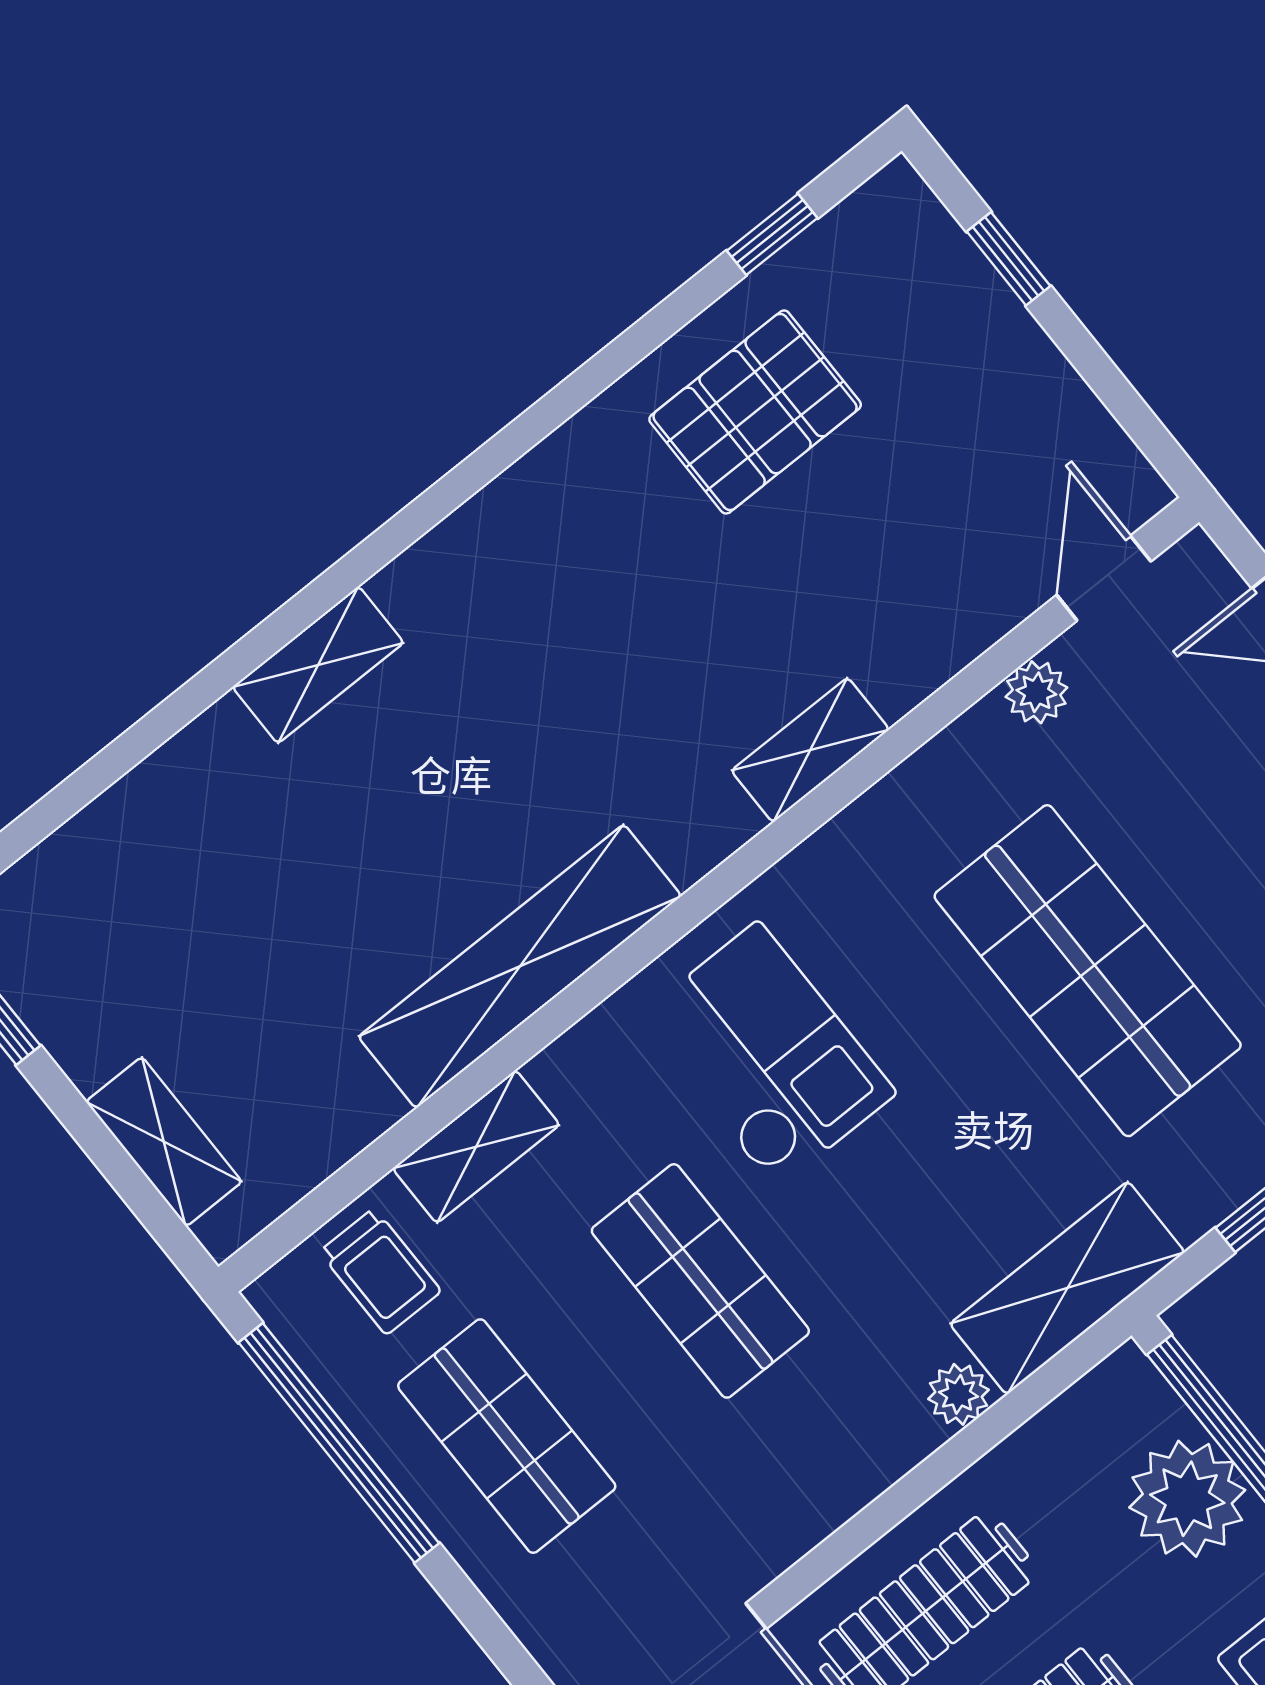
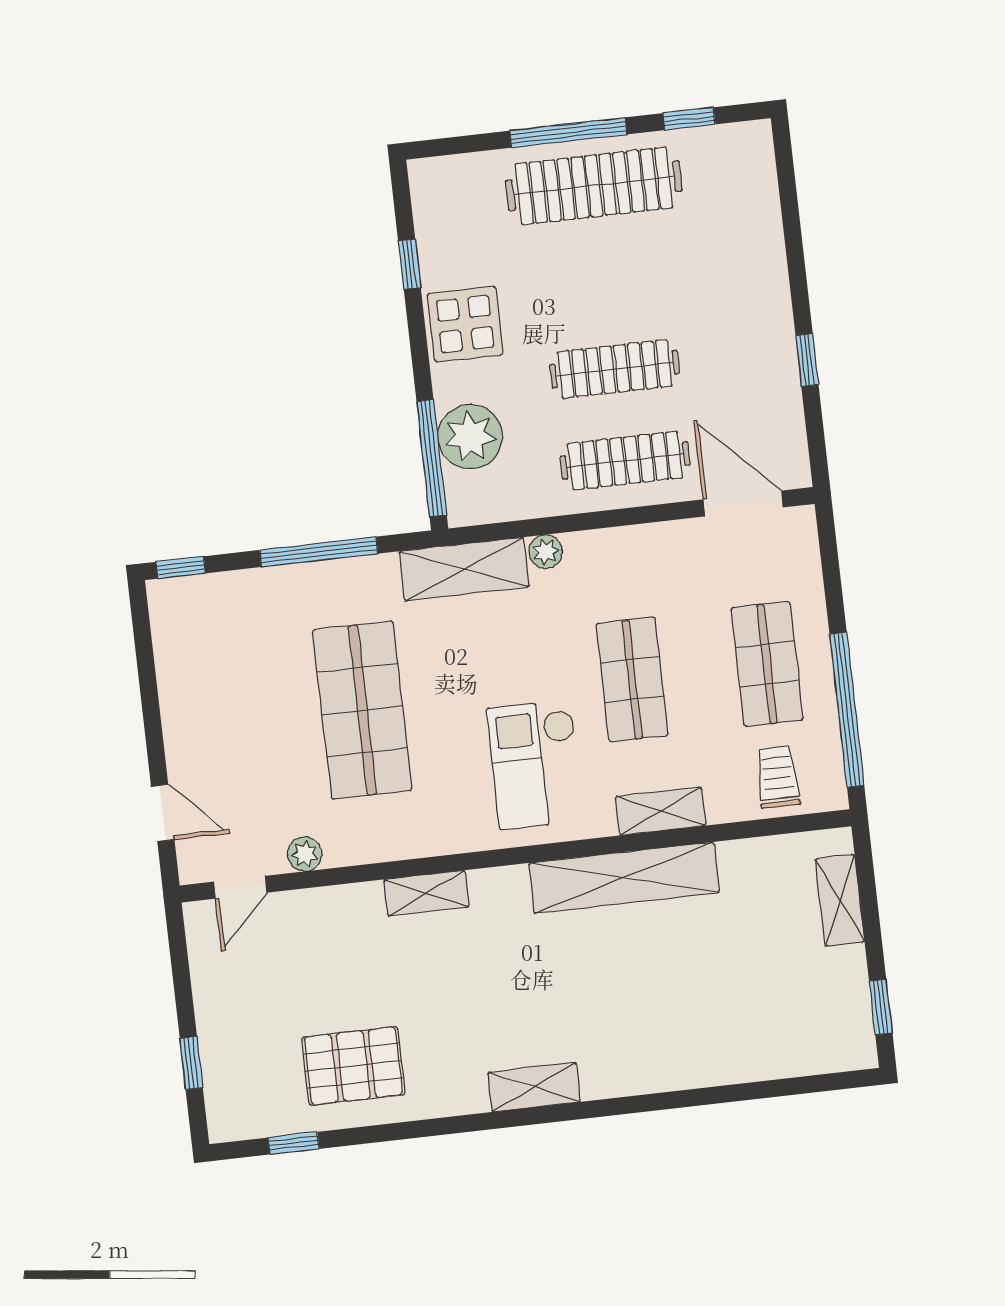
shelving: (318, 665) -> (534, 1087), moved
shelving: (476, 1147) -> (661, 811), moved

